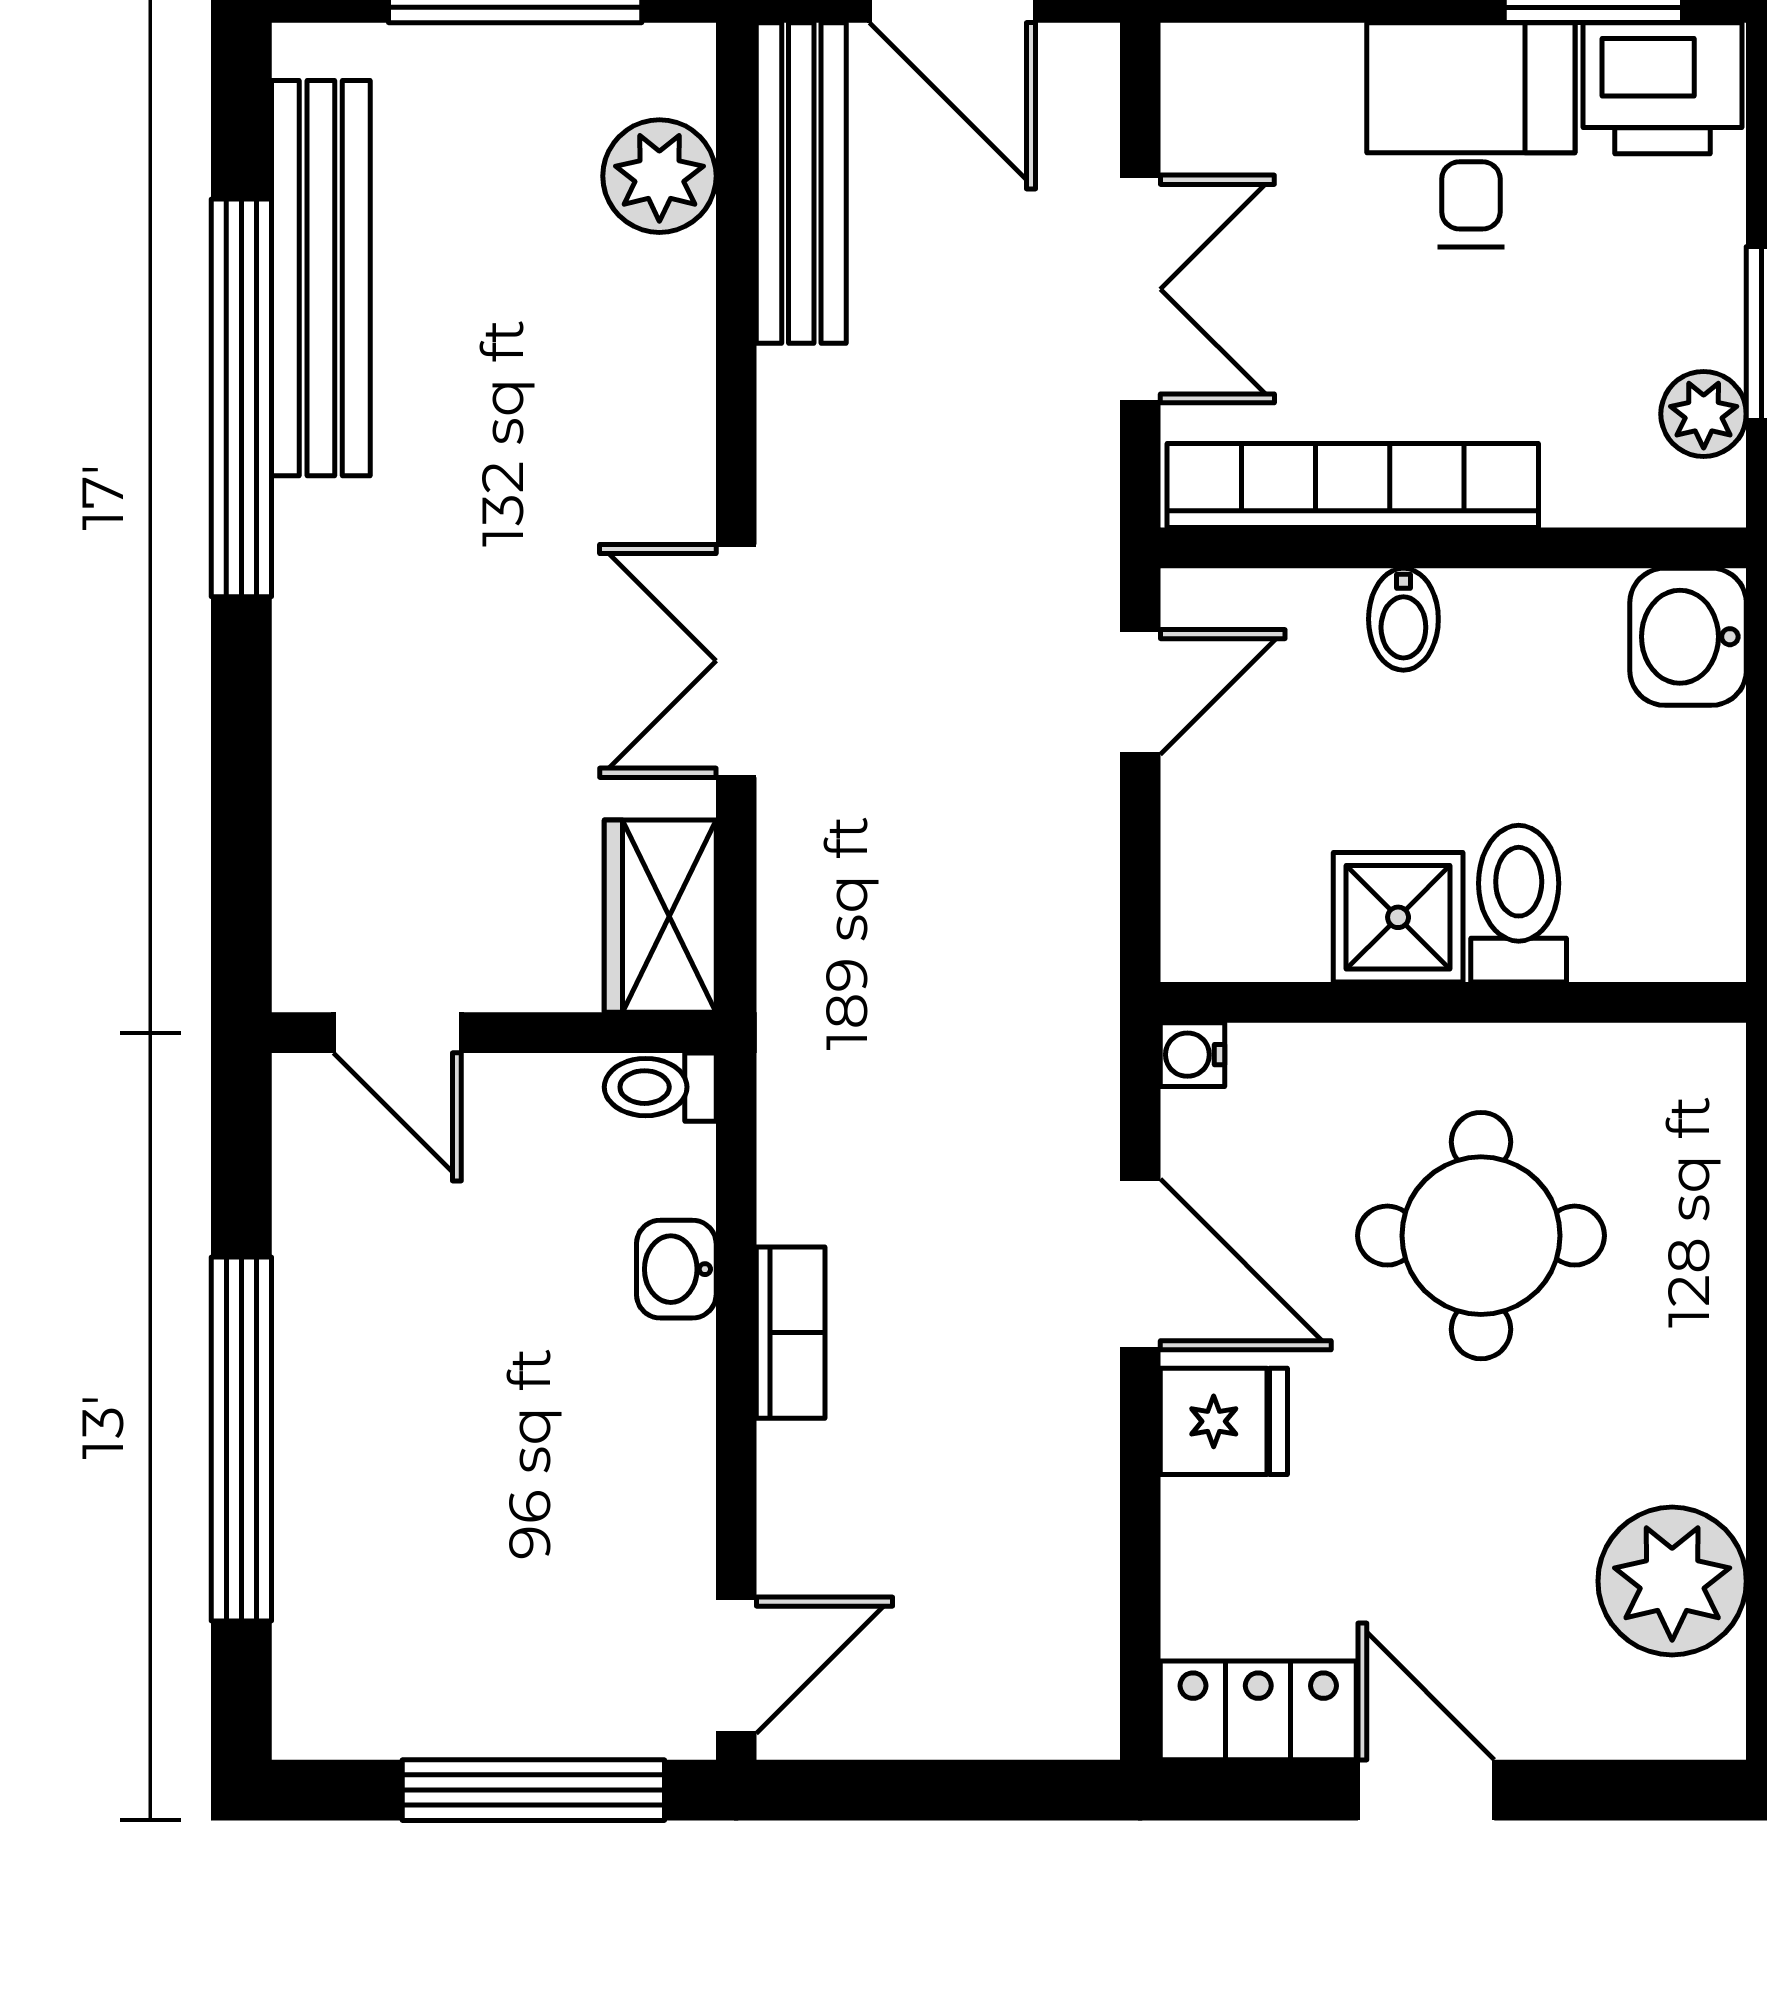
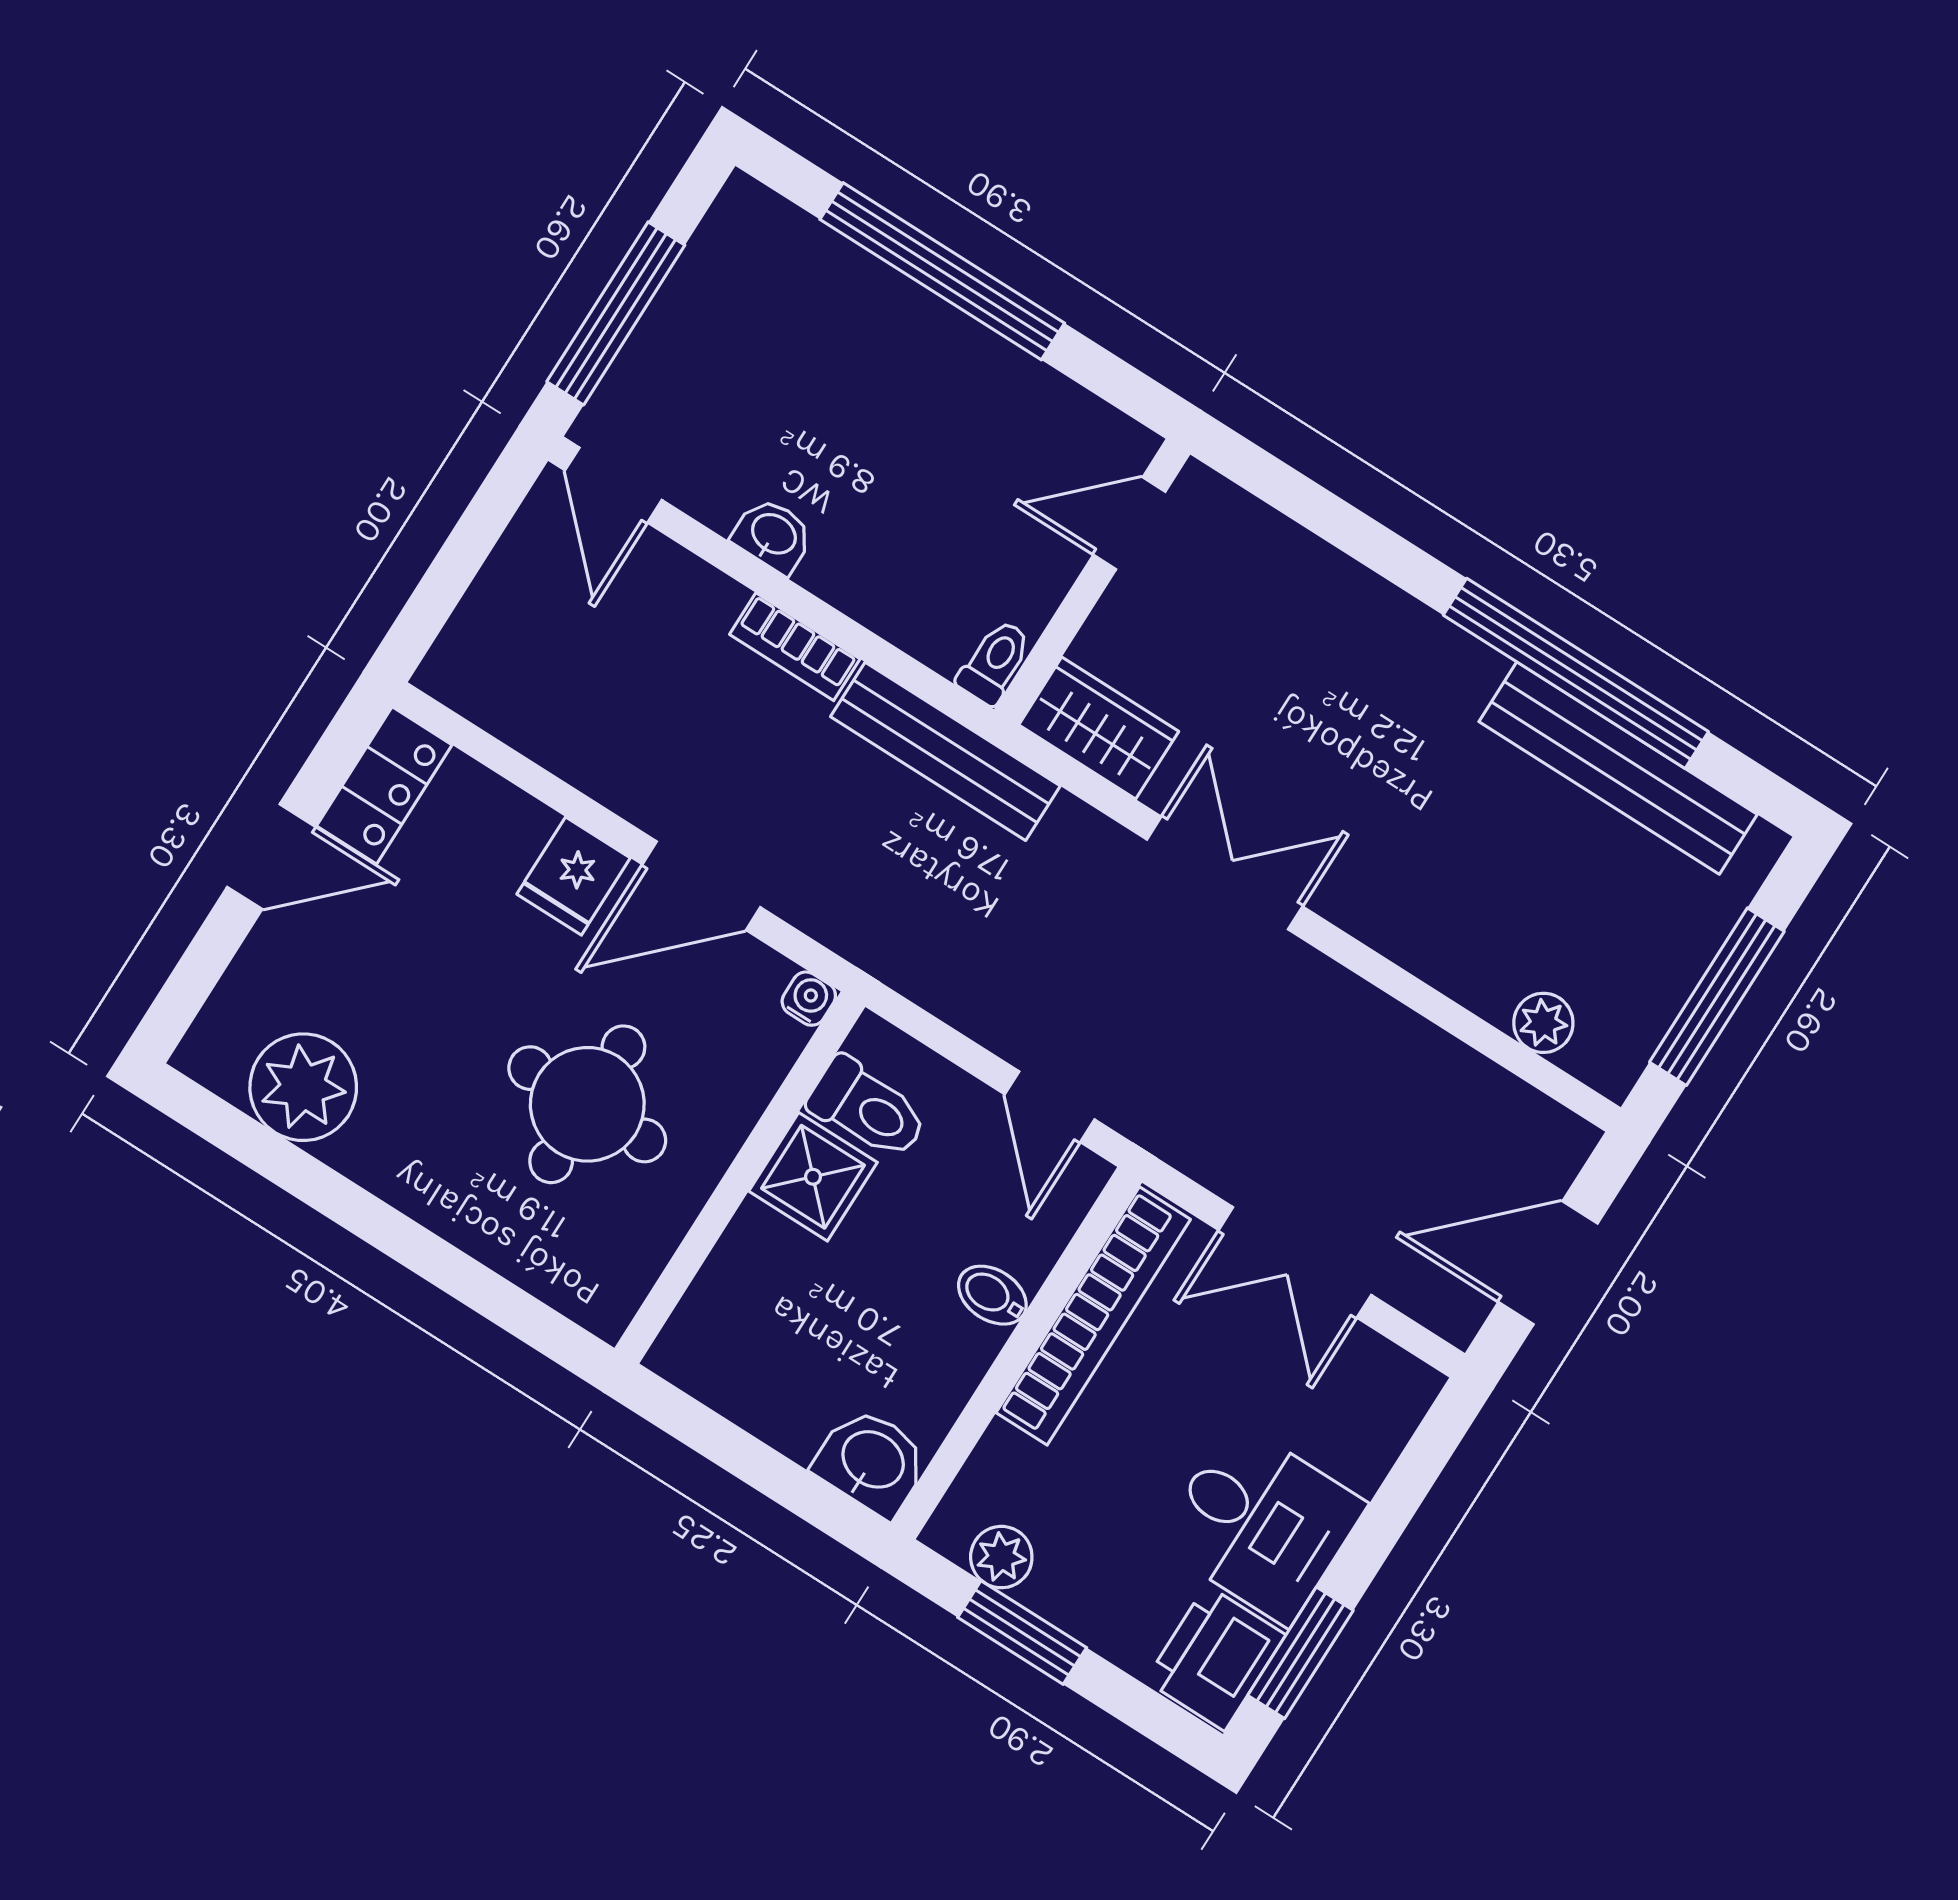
plant: (659, 176) -> (1543, 1023), width x0.73, depth x0.73
bench: (801, 183) -> (945, 751), moved
toilet: (1519, 904) -> (868, 1109), moved
washbasin: (676, 1269) -> (773, 535), moved

